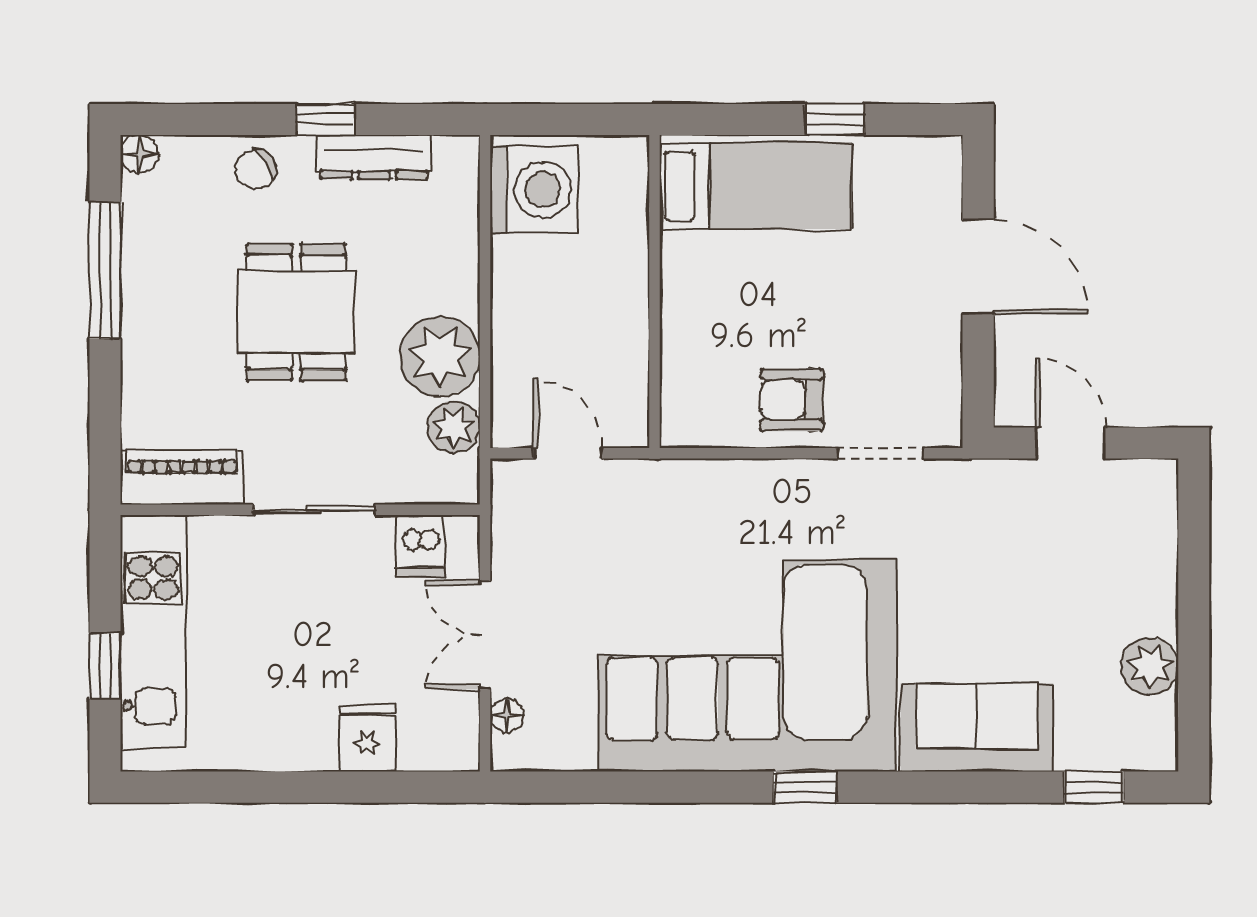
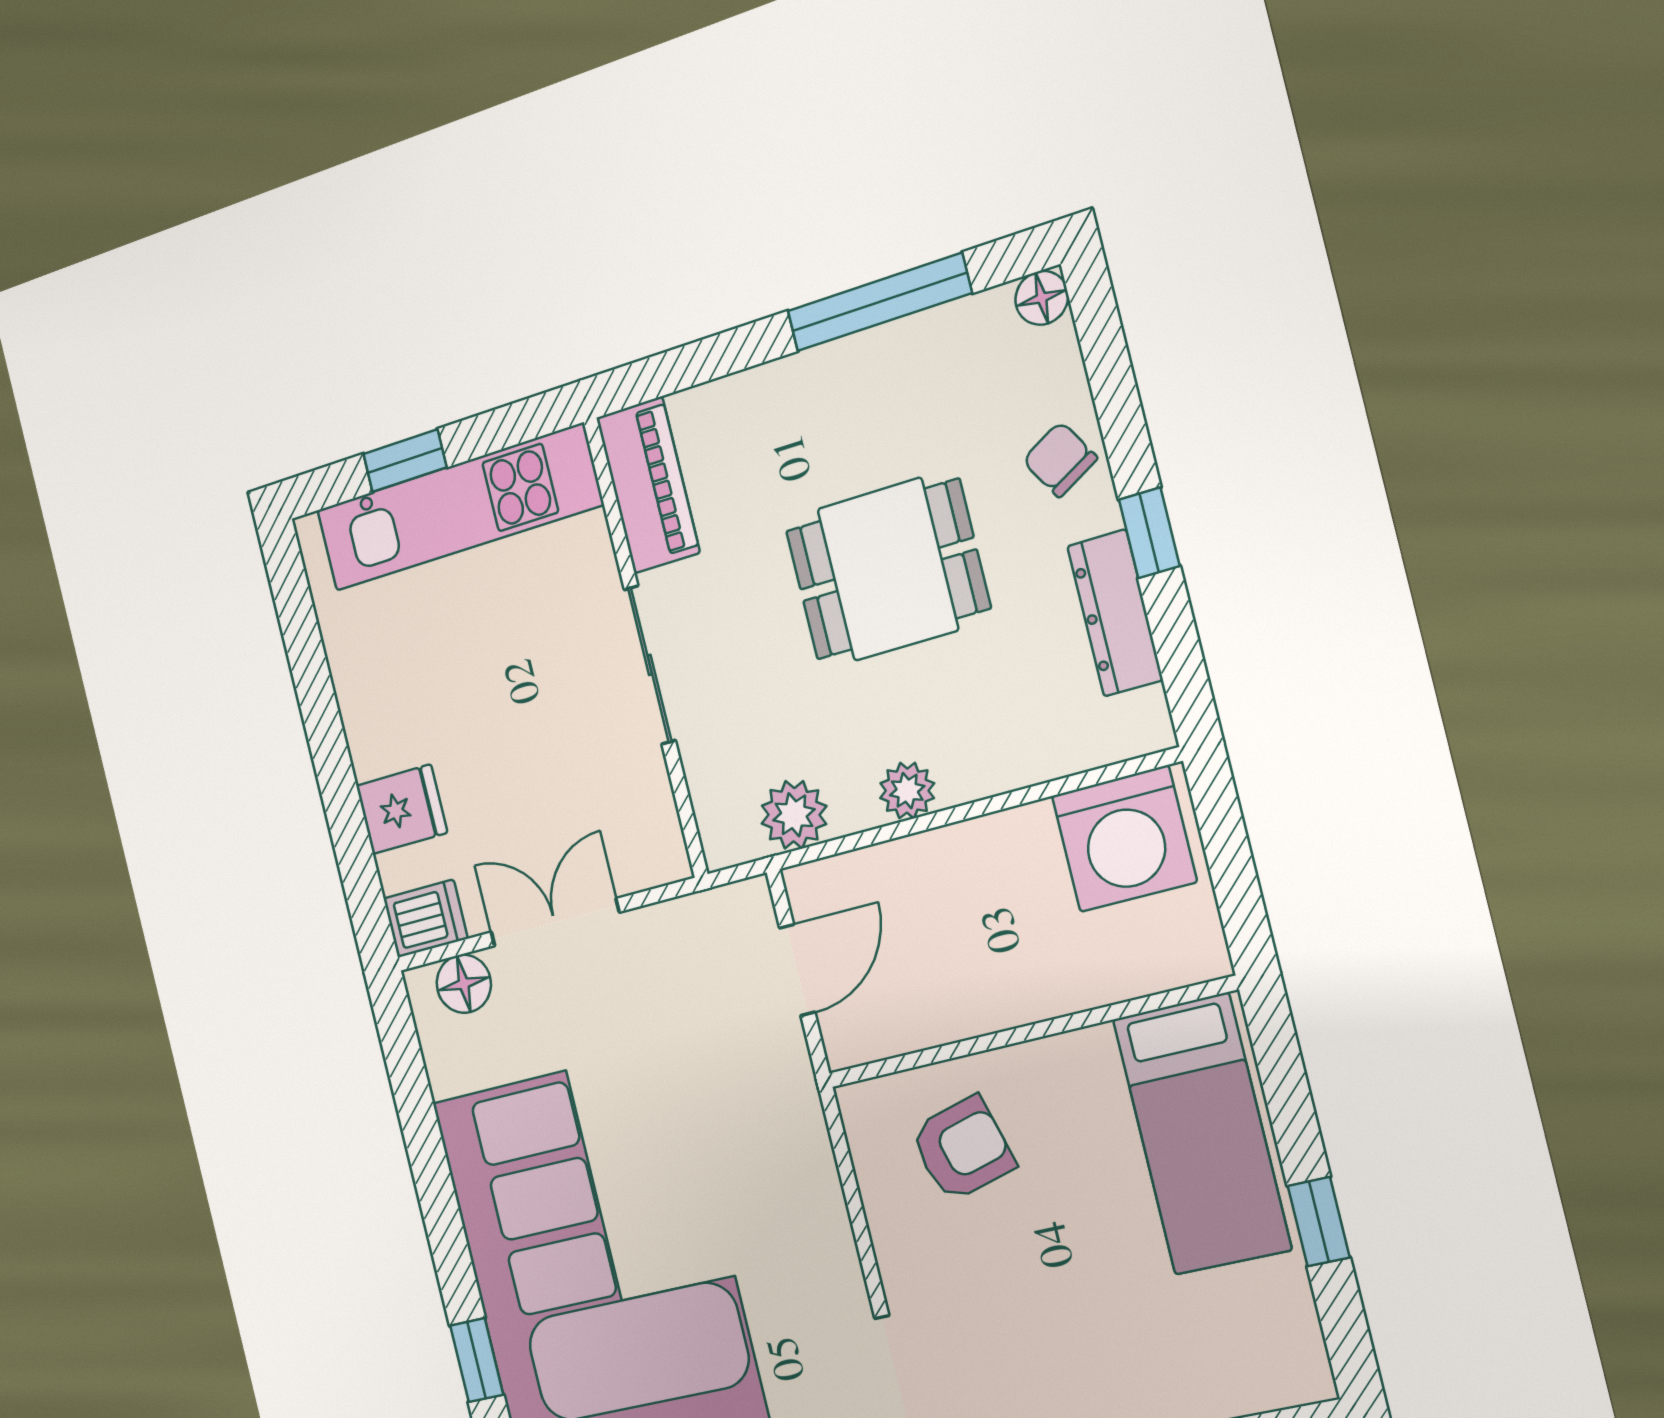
plant: (440, 356) -> (907, 791), width x0.53, depth x0.53
armchair: (792, 400) -> (962, 1149), moved, turned 75
dishwasher: (420, 546) -> (425, 919), moved, turned 180
floor lamp: (507, 716) -> (464, 984), width x1.37, depth x1.37

